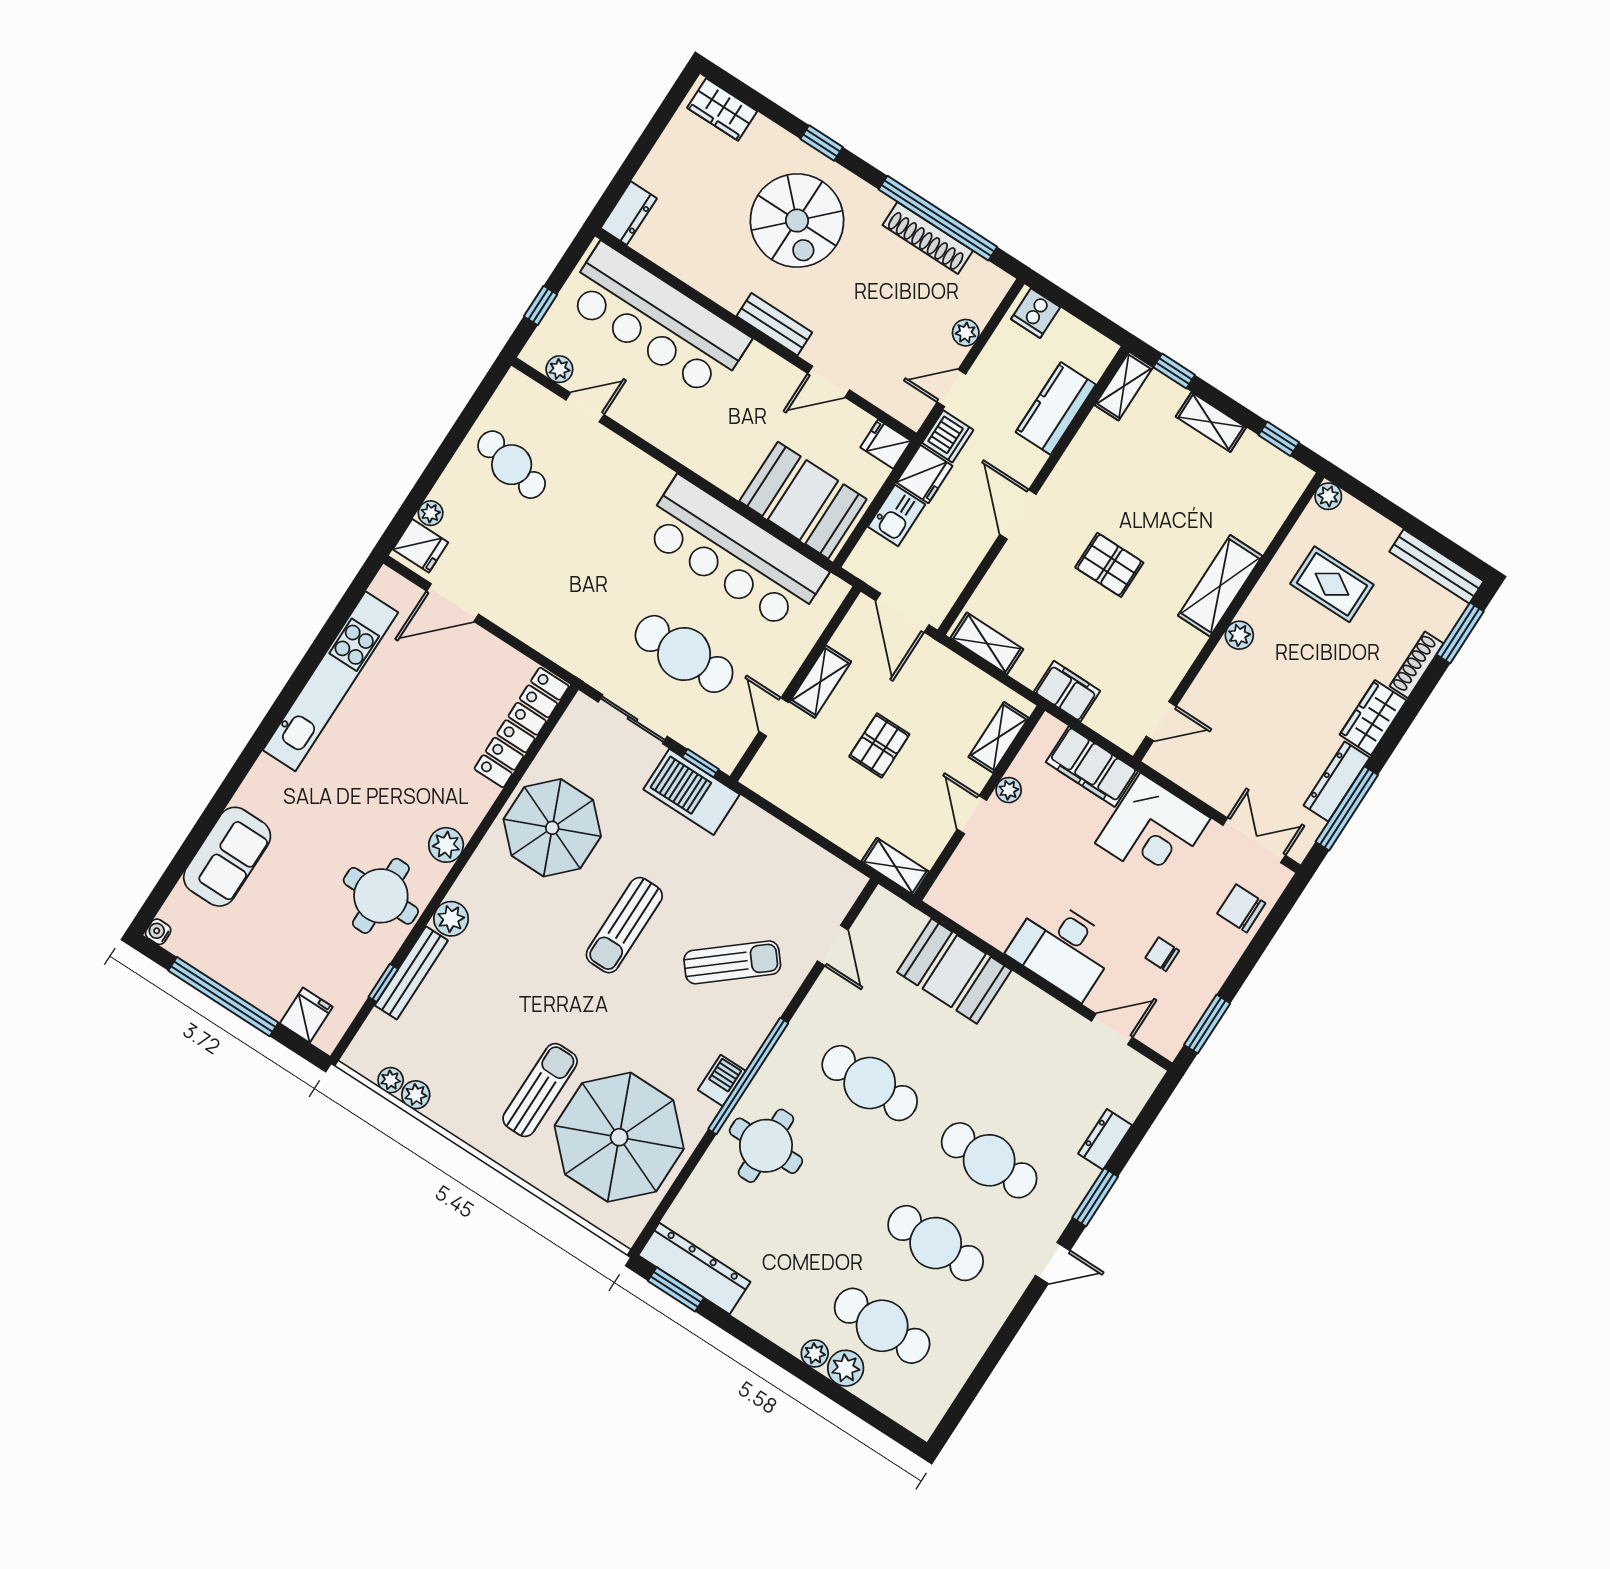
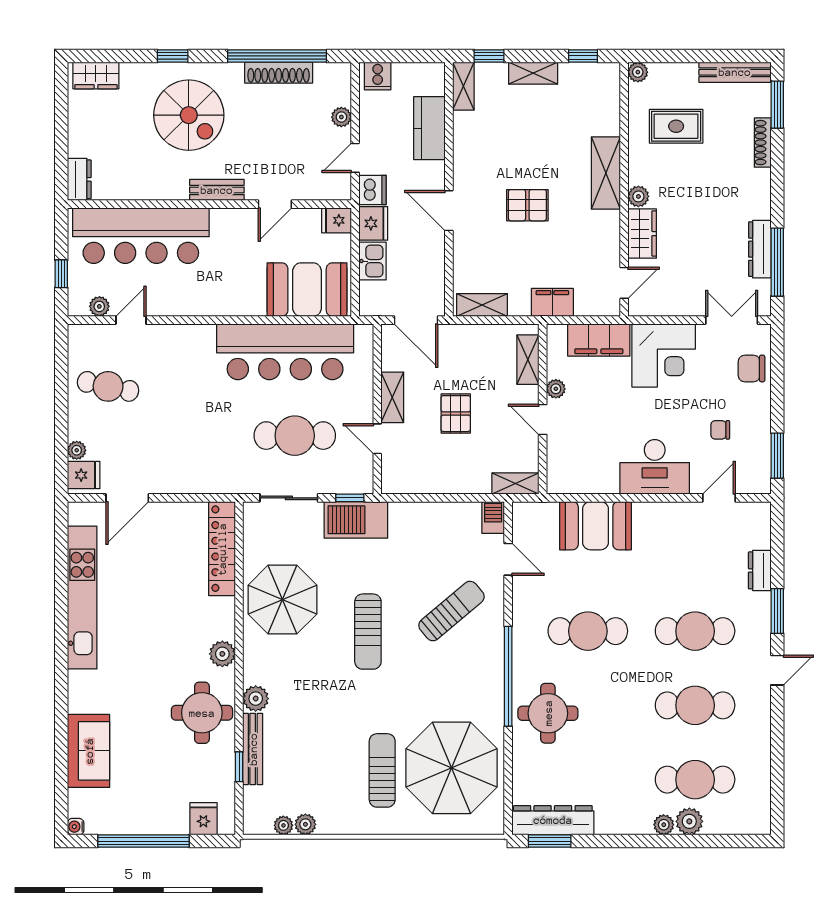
wardrobe: (1373, 718) -> (642, 234), moved, turned 180
barbecue: (722, 1080) -> (493, 517), moved

